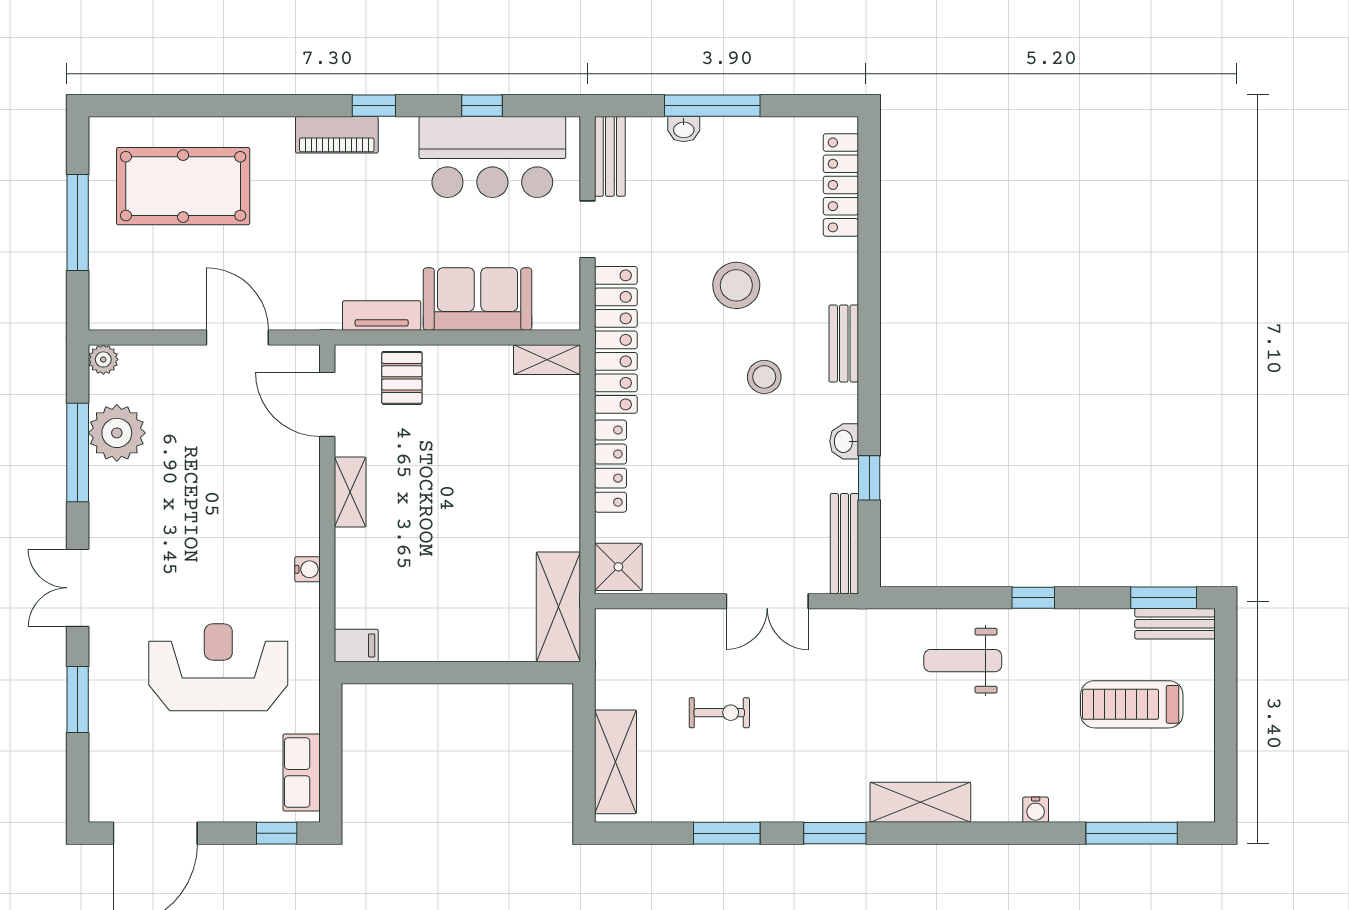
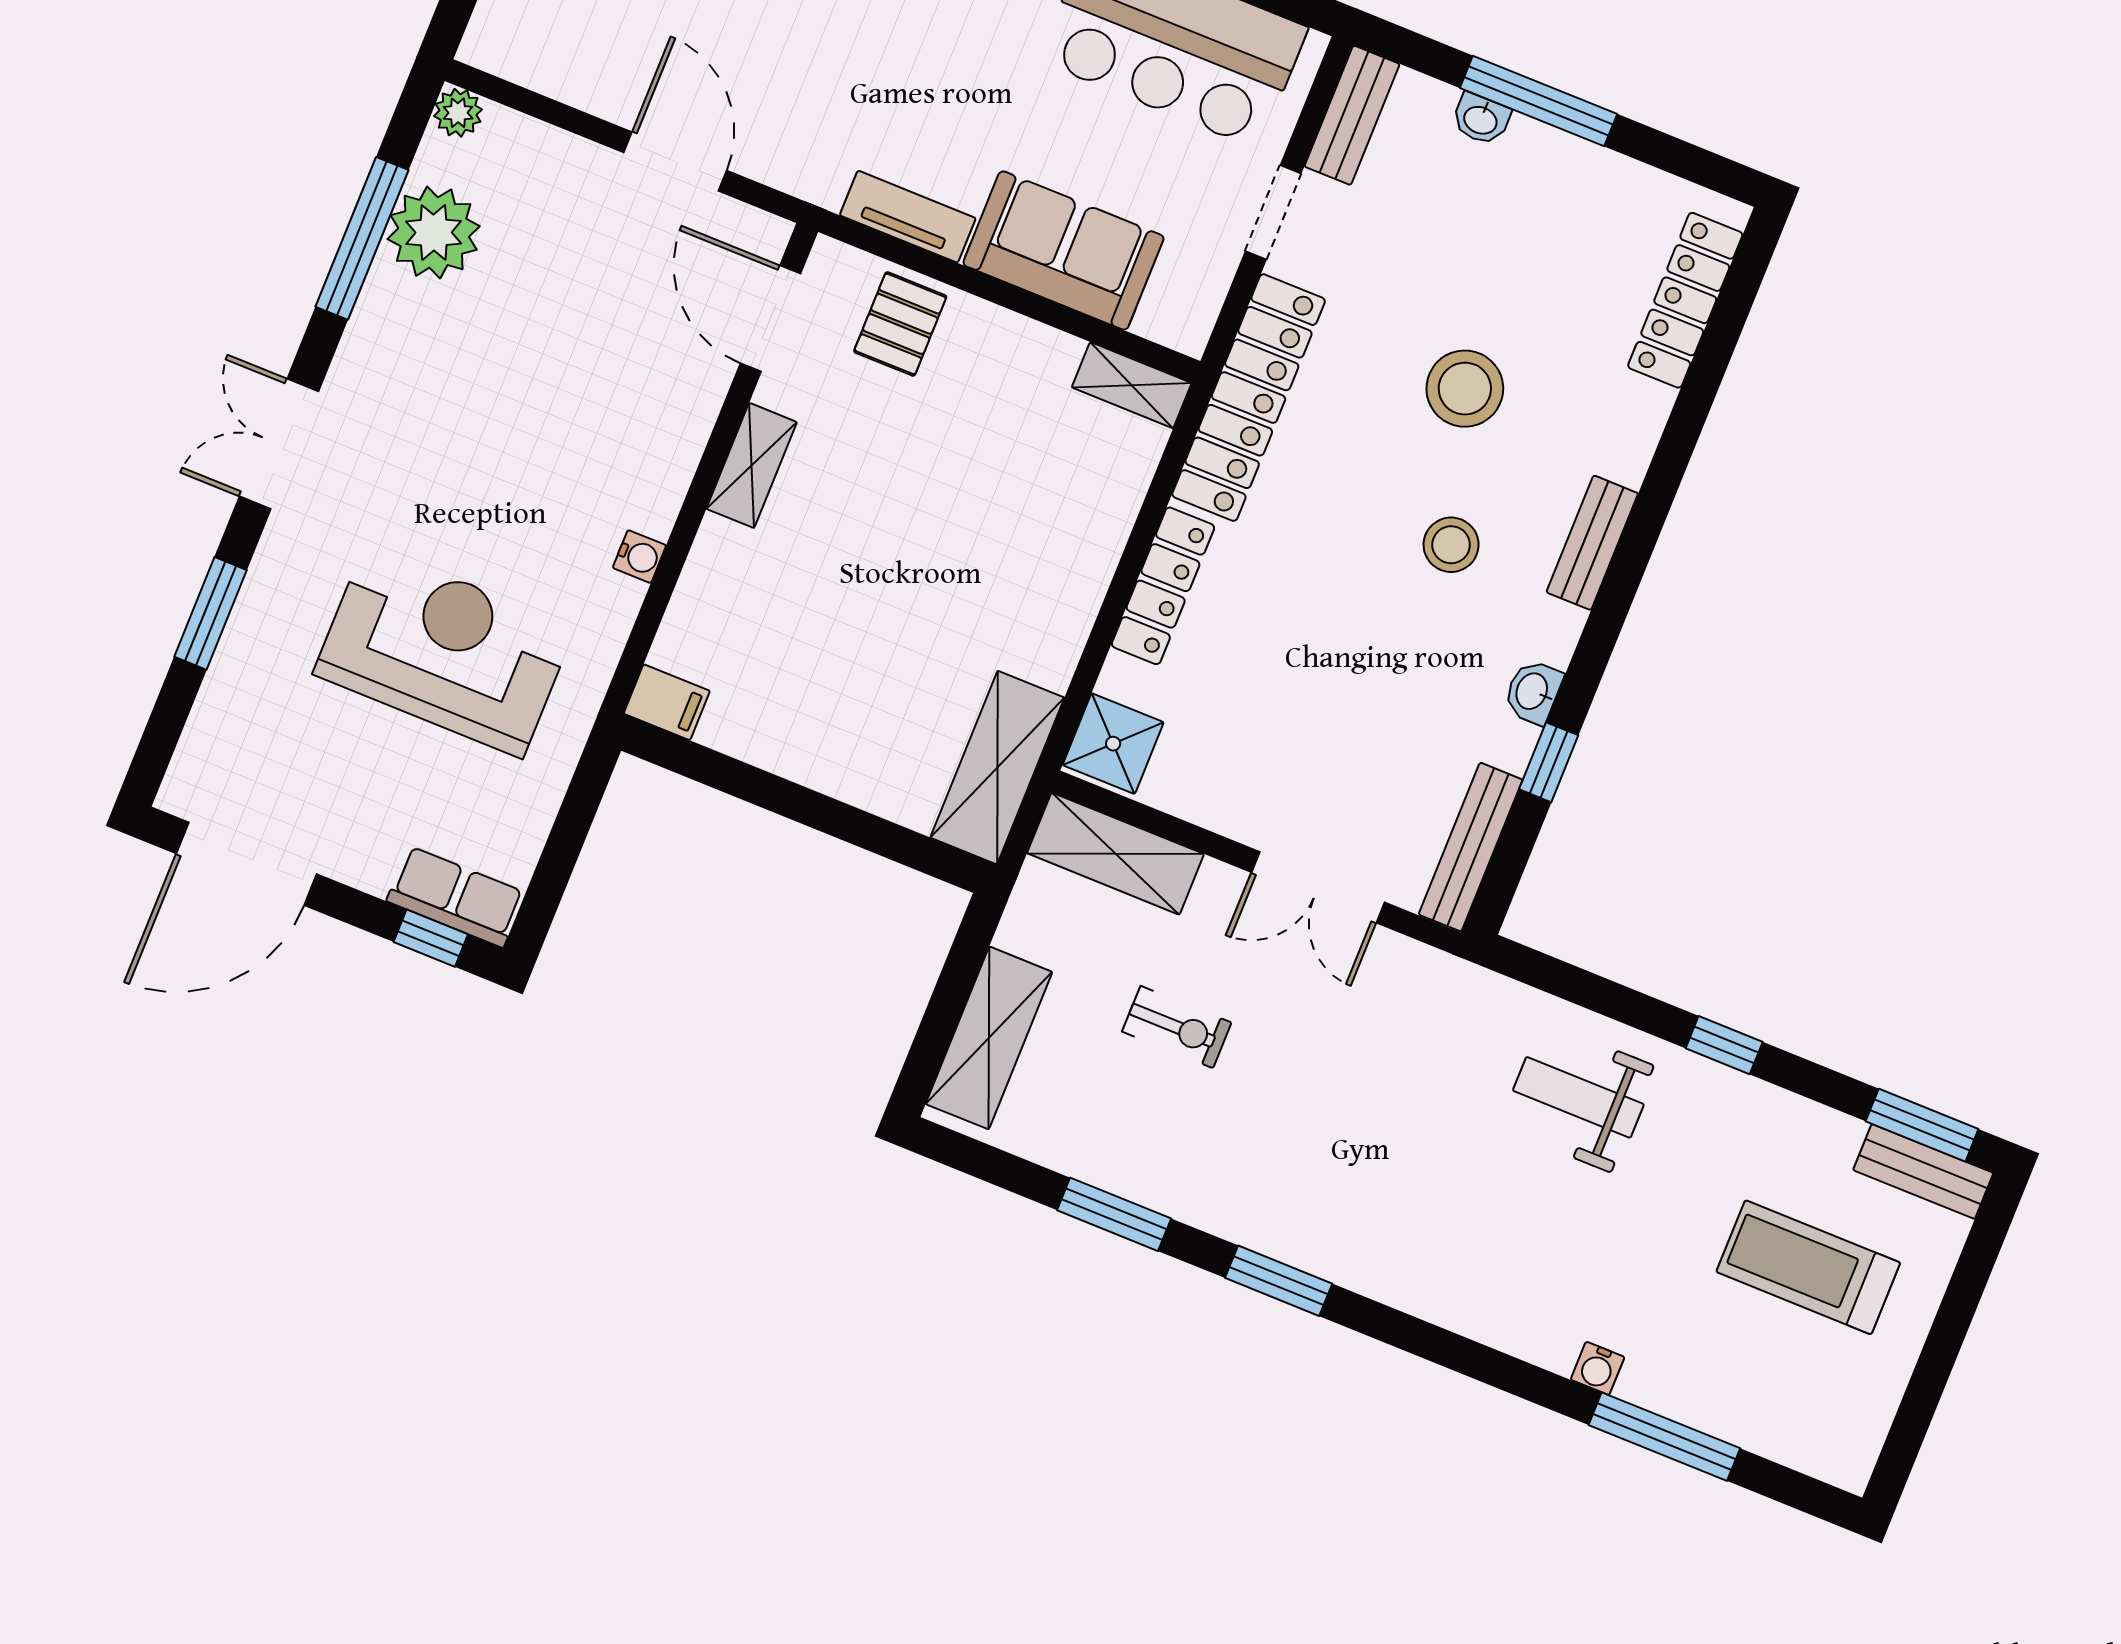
row of seats: (302, 773) -> (456, 897), moved, turned 90
shelving: (920, 802) -> (1115, 854), moved
window: (1132, 833) -> (1664, 1437), moved

